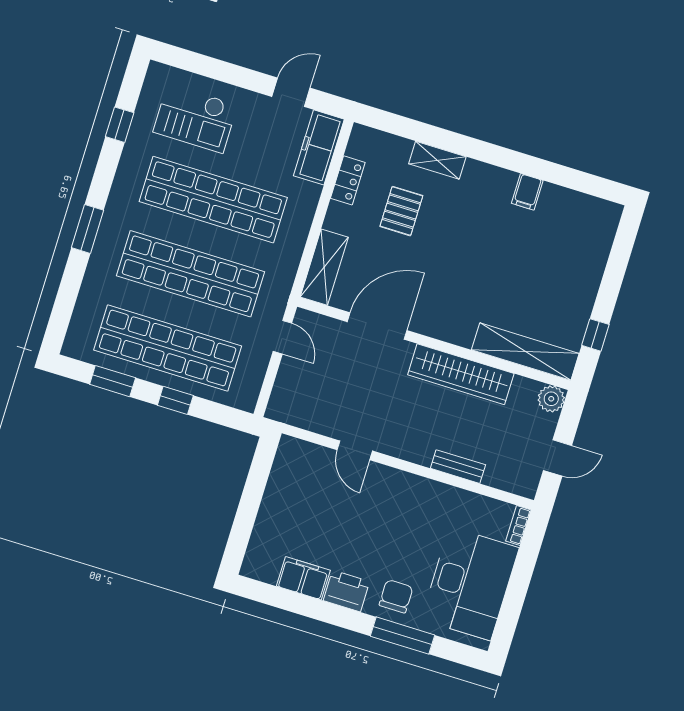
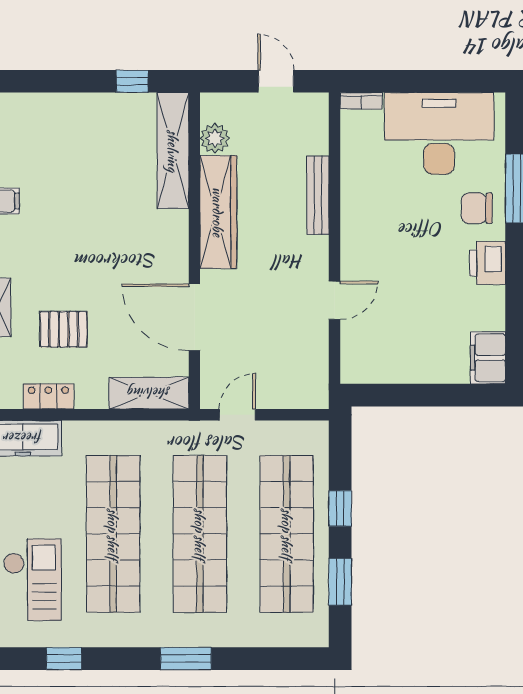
plant: (551, 399) -> (215, 138), moved
bench: (458, 467) -> (318, 195), width x1.36
filing cabinet: (303, 578) -> (488, 358), moved

